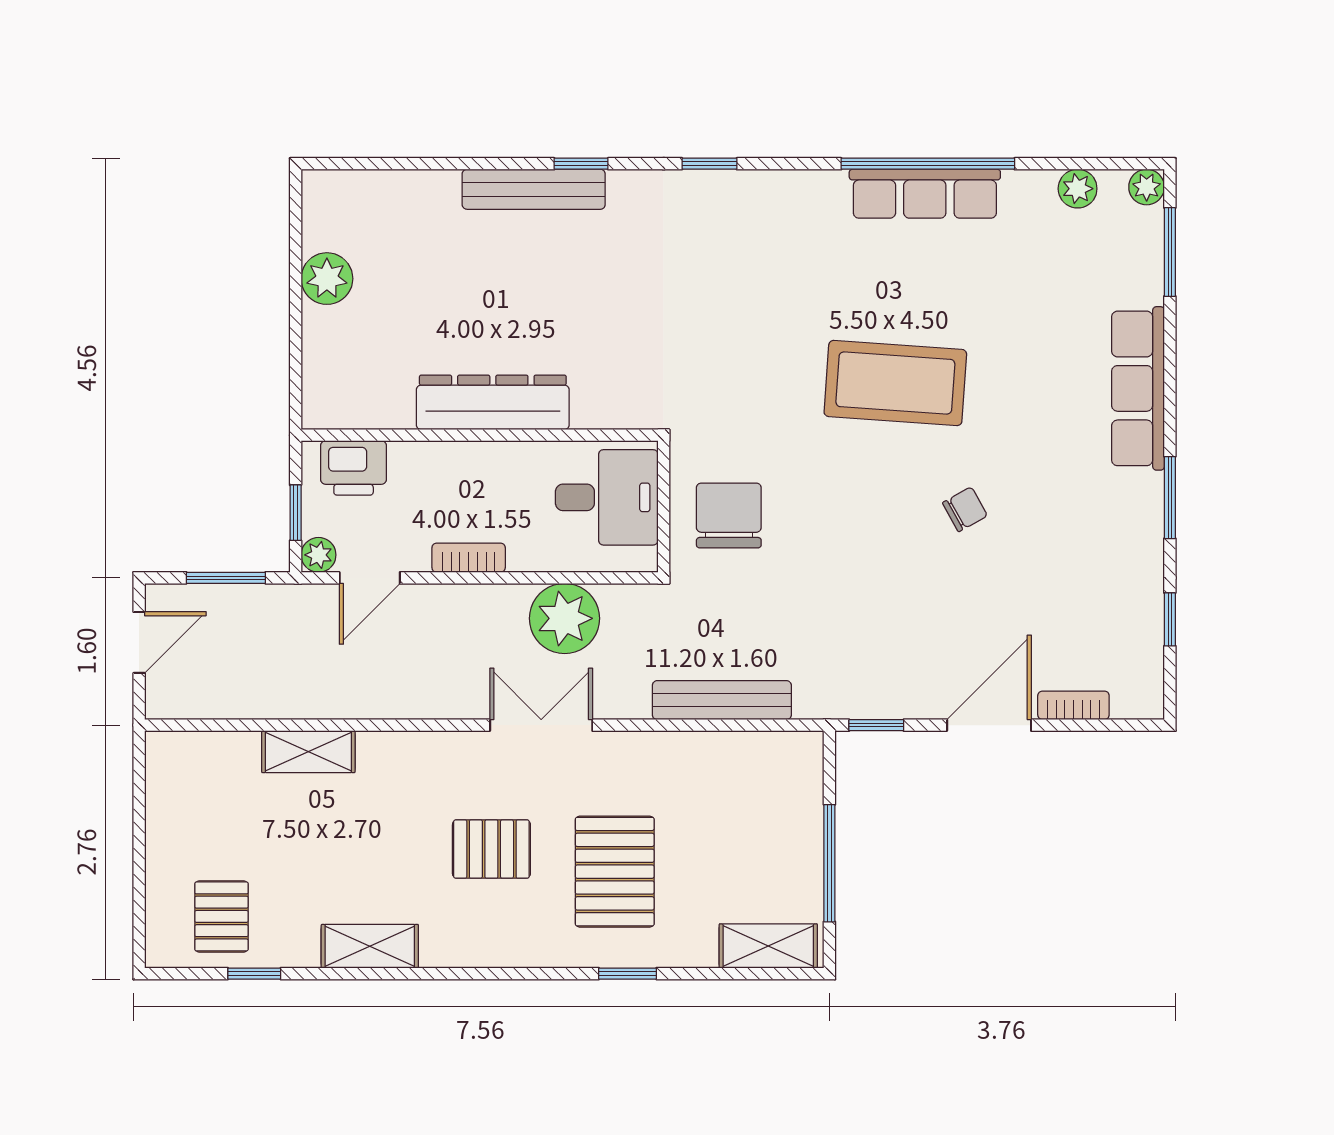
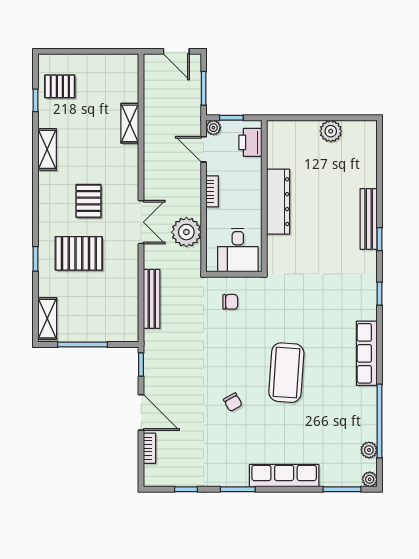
window: (928, 164) -> (380, 421), moved
row of seats: (925, 194) -> (367, 353), moved
chair: (729, 515) -> (230, 302), width x0.54, depth x0.54

